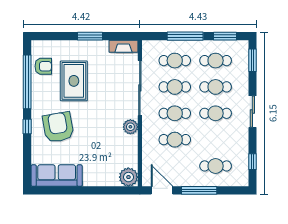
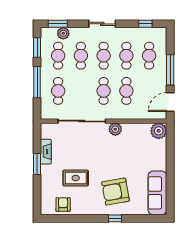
fireplace: (123, 46) -> (46, 152), moved
plant: (241, 67) -> (63, 33), added
rug: (74, 81) -> (76, 178), width x0.73, depth x0.70
window: (27, 82) -> (77, 218), removed
cafe table: (175, 87) -> (126, 56), moved

